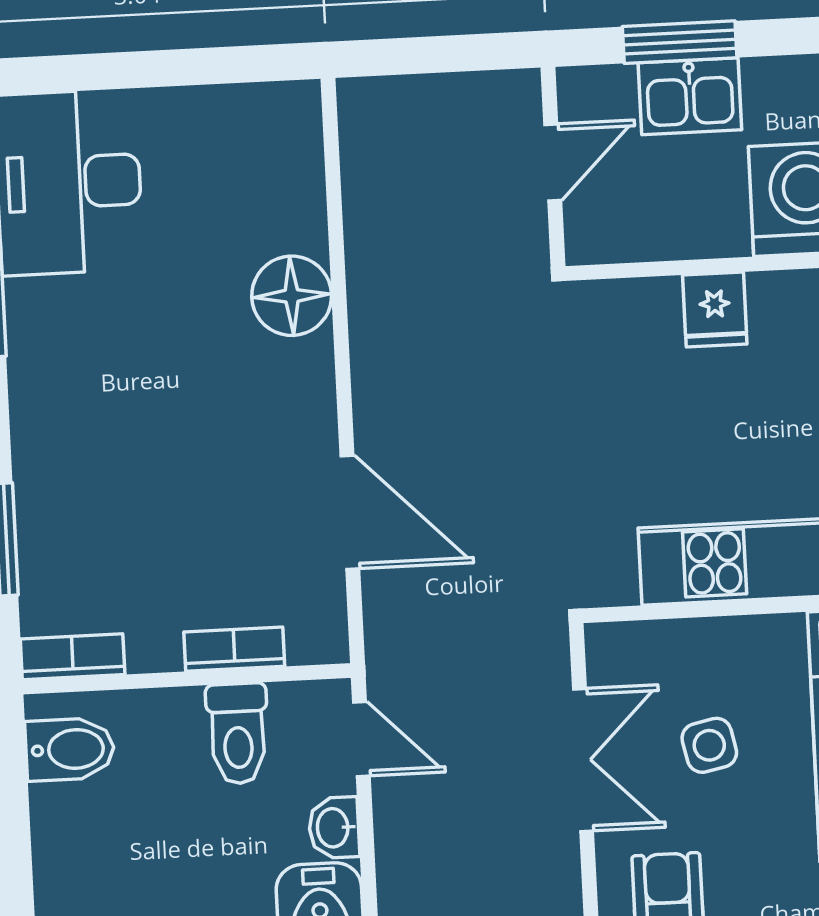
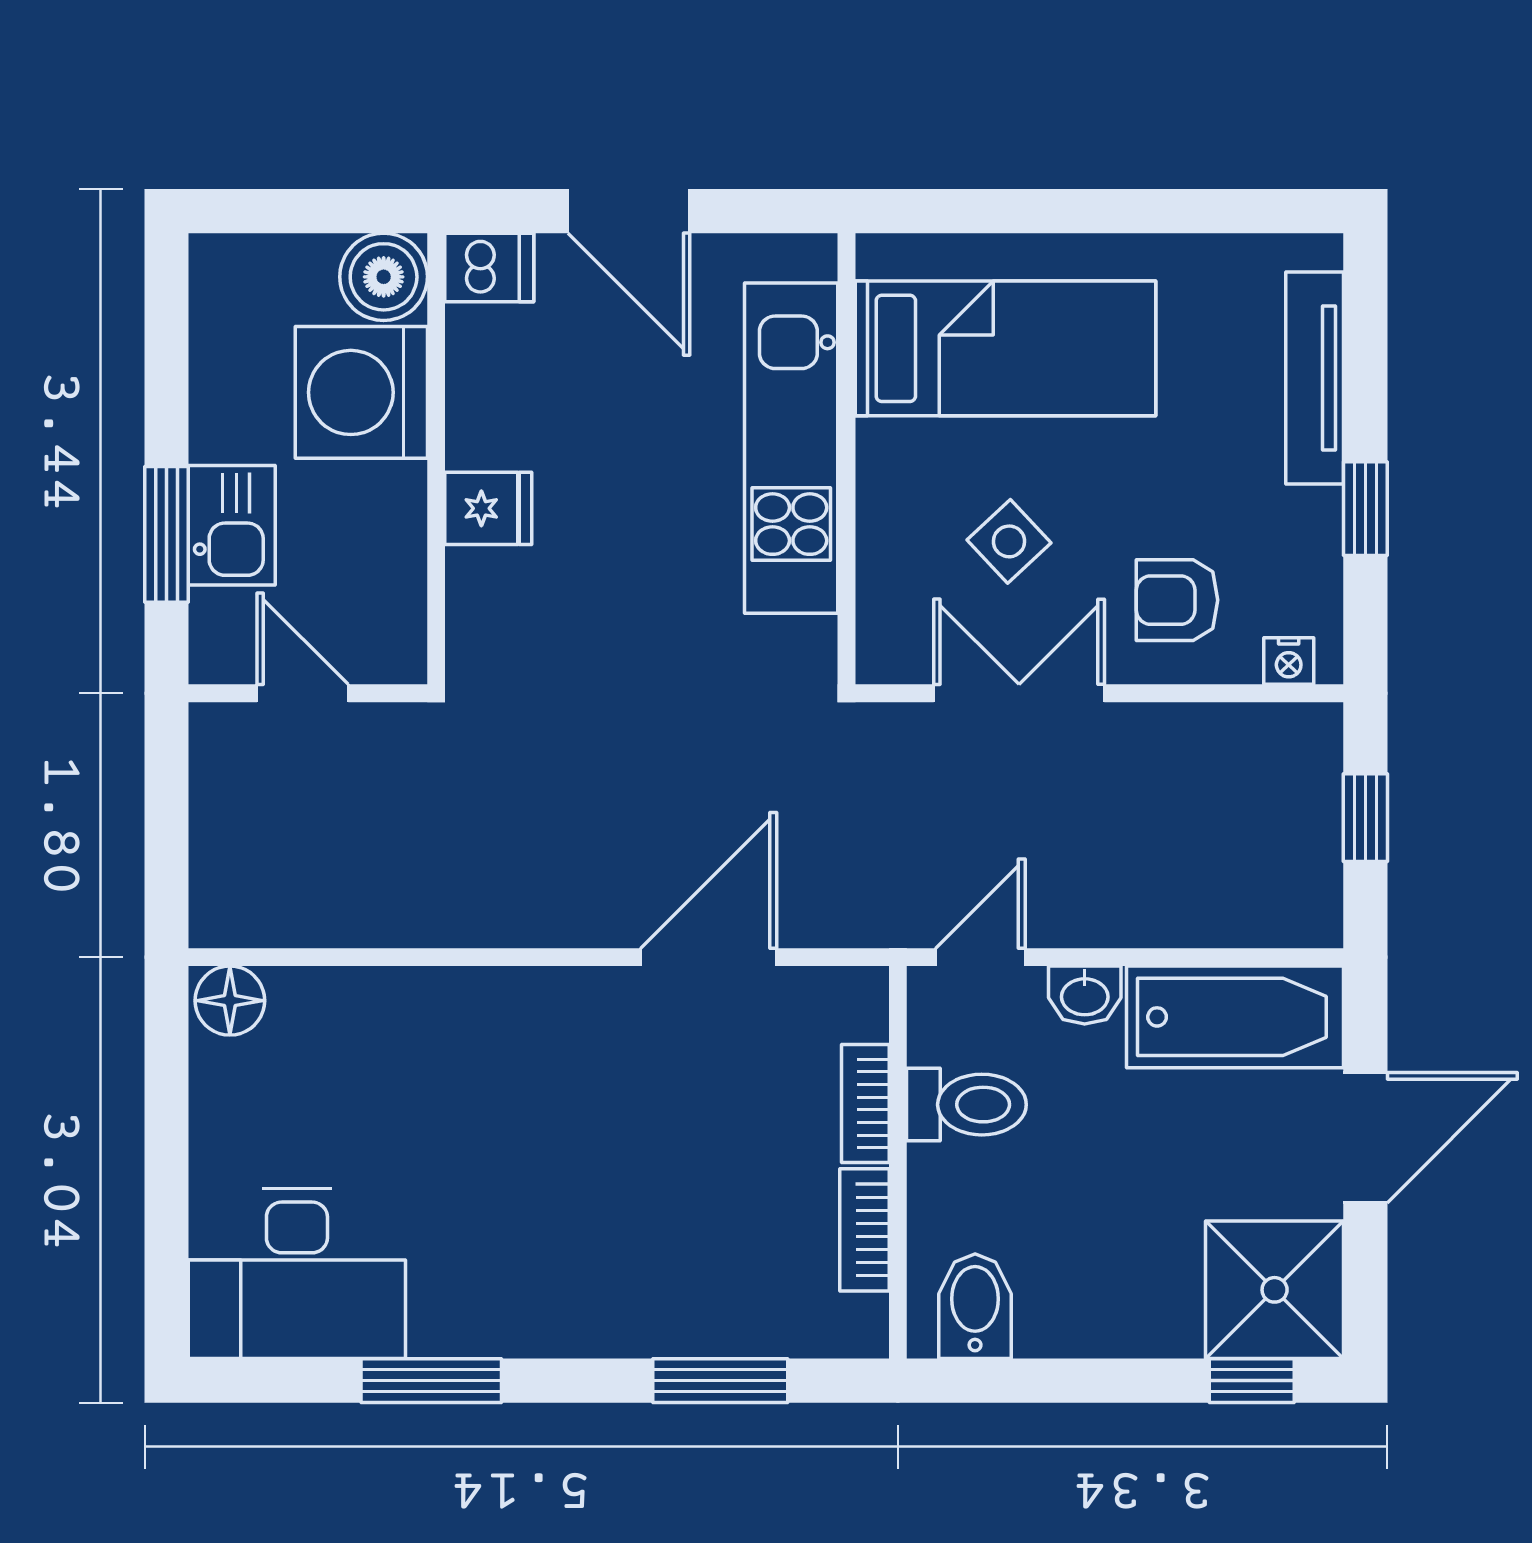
floor lamp: (292, 296) -> (230, 1001), moved, width x0.73, depth x0.73
bookcase: (73, 657) -> (865, 1230), moved
side table: (709, 745) -> (1009, 541), turned -31

